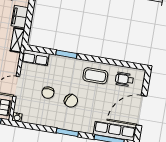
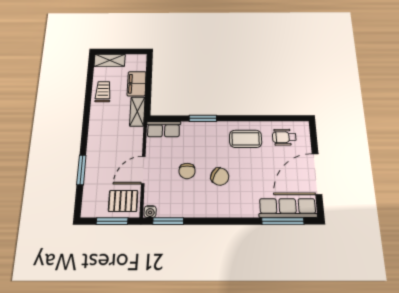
window: (67, 132) -> (168, 221), moved

